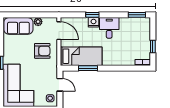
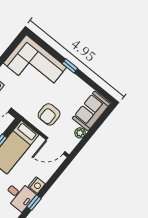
window: (92, 15) -> (34, 203), moved

